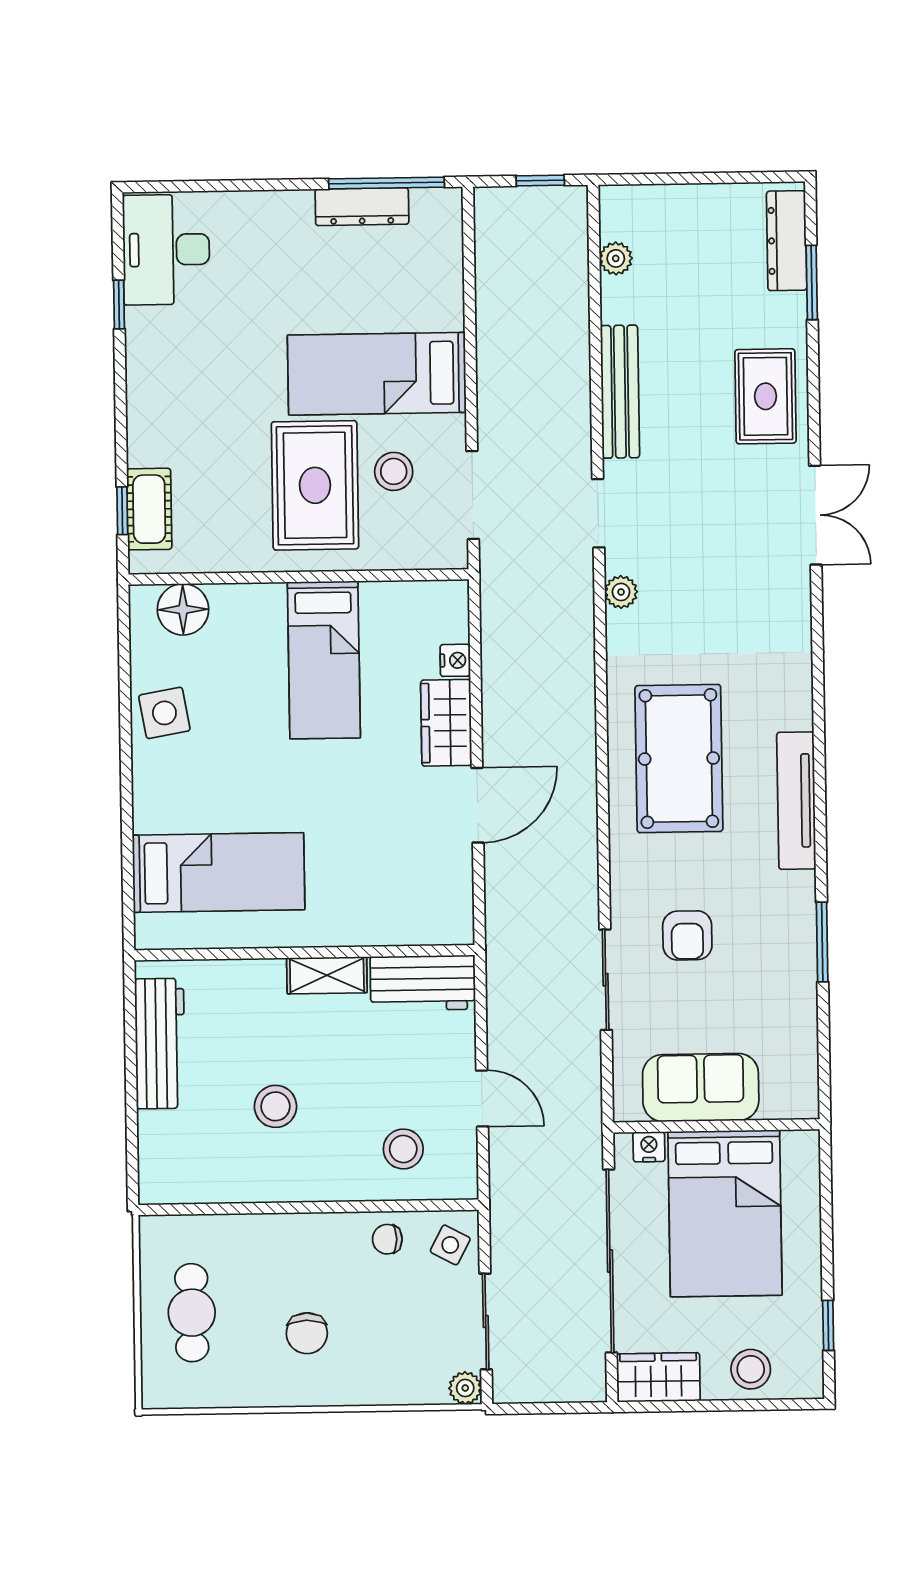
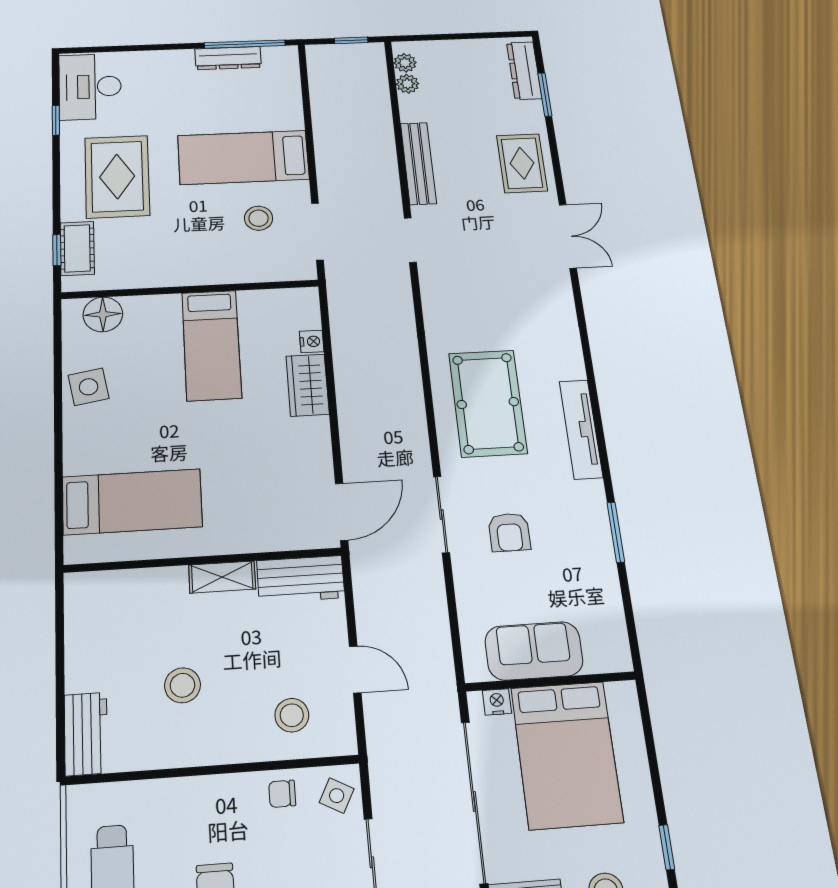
rug: (315, 485) -> (117, 177), moved
plant: (621, 592) -> (405, 63), moved
door: (478, 805) -> (342, 512), moved
sliding door: (606, 980) -> (442, 514), moved
workbench: (160, 1044) -> (86, 734), moved, width x0.73

